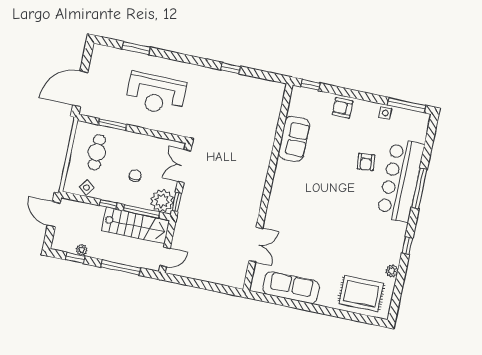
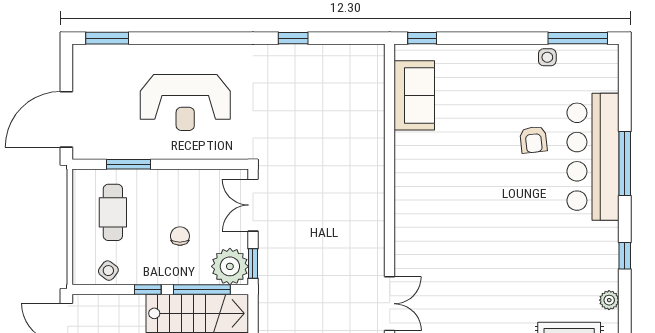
window: (136, 48) -> (107, 38), moved
armchair: (343, 108) -> (480, 63), removed
sofa: (294, 139) -> (414, 95), moved

